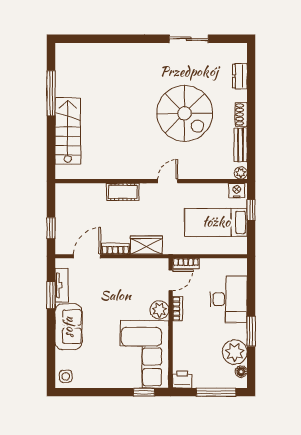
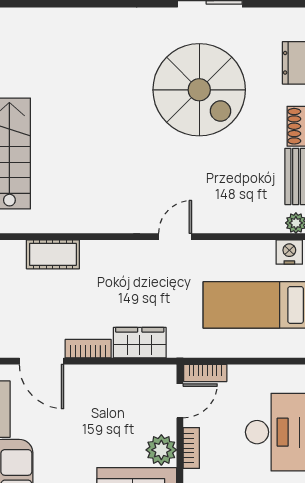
spiral stairs: (185, 113) -> (199, 90), moved
cot: (123, 192) -> (53, 254), moved
door: (87, 256) -> (41, 361), swing flipped

